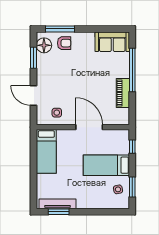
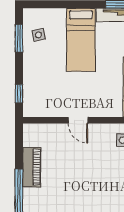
door: (89, 127) -> (78, 120), width x0.53
bed: (106, 165) -> (81, 40), moved, turned 90

